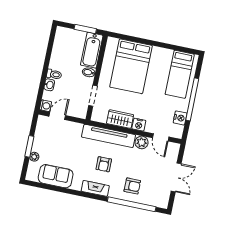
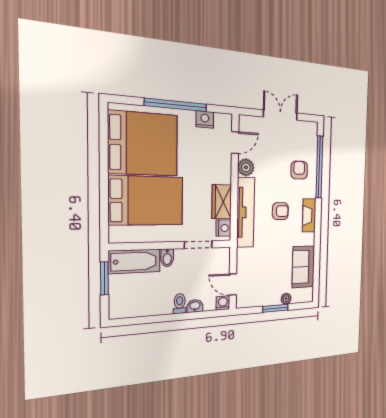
bed: (180, 74) -> (143, 144), width x2.04
nightstand: (139, 125) -> (223, 228), moved

